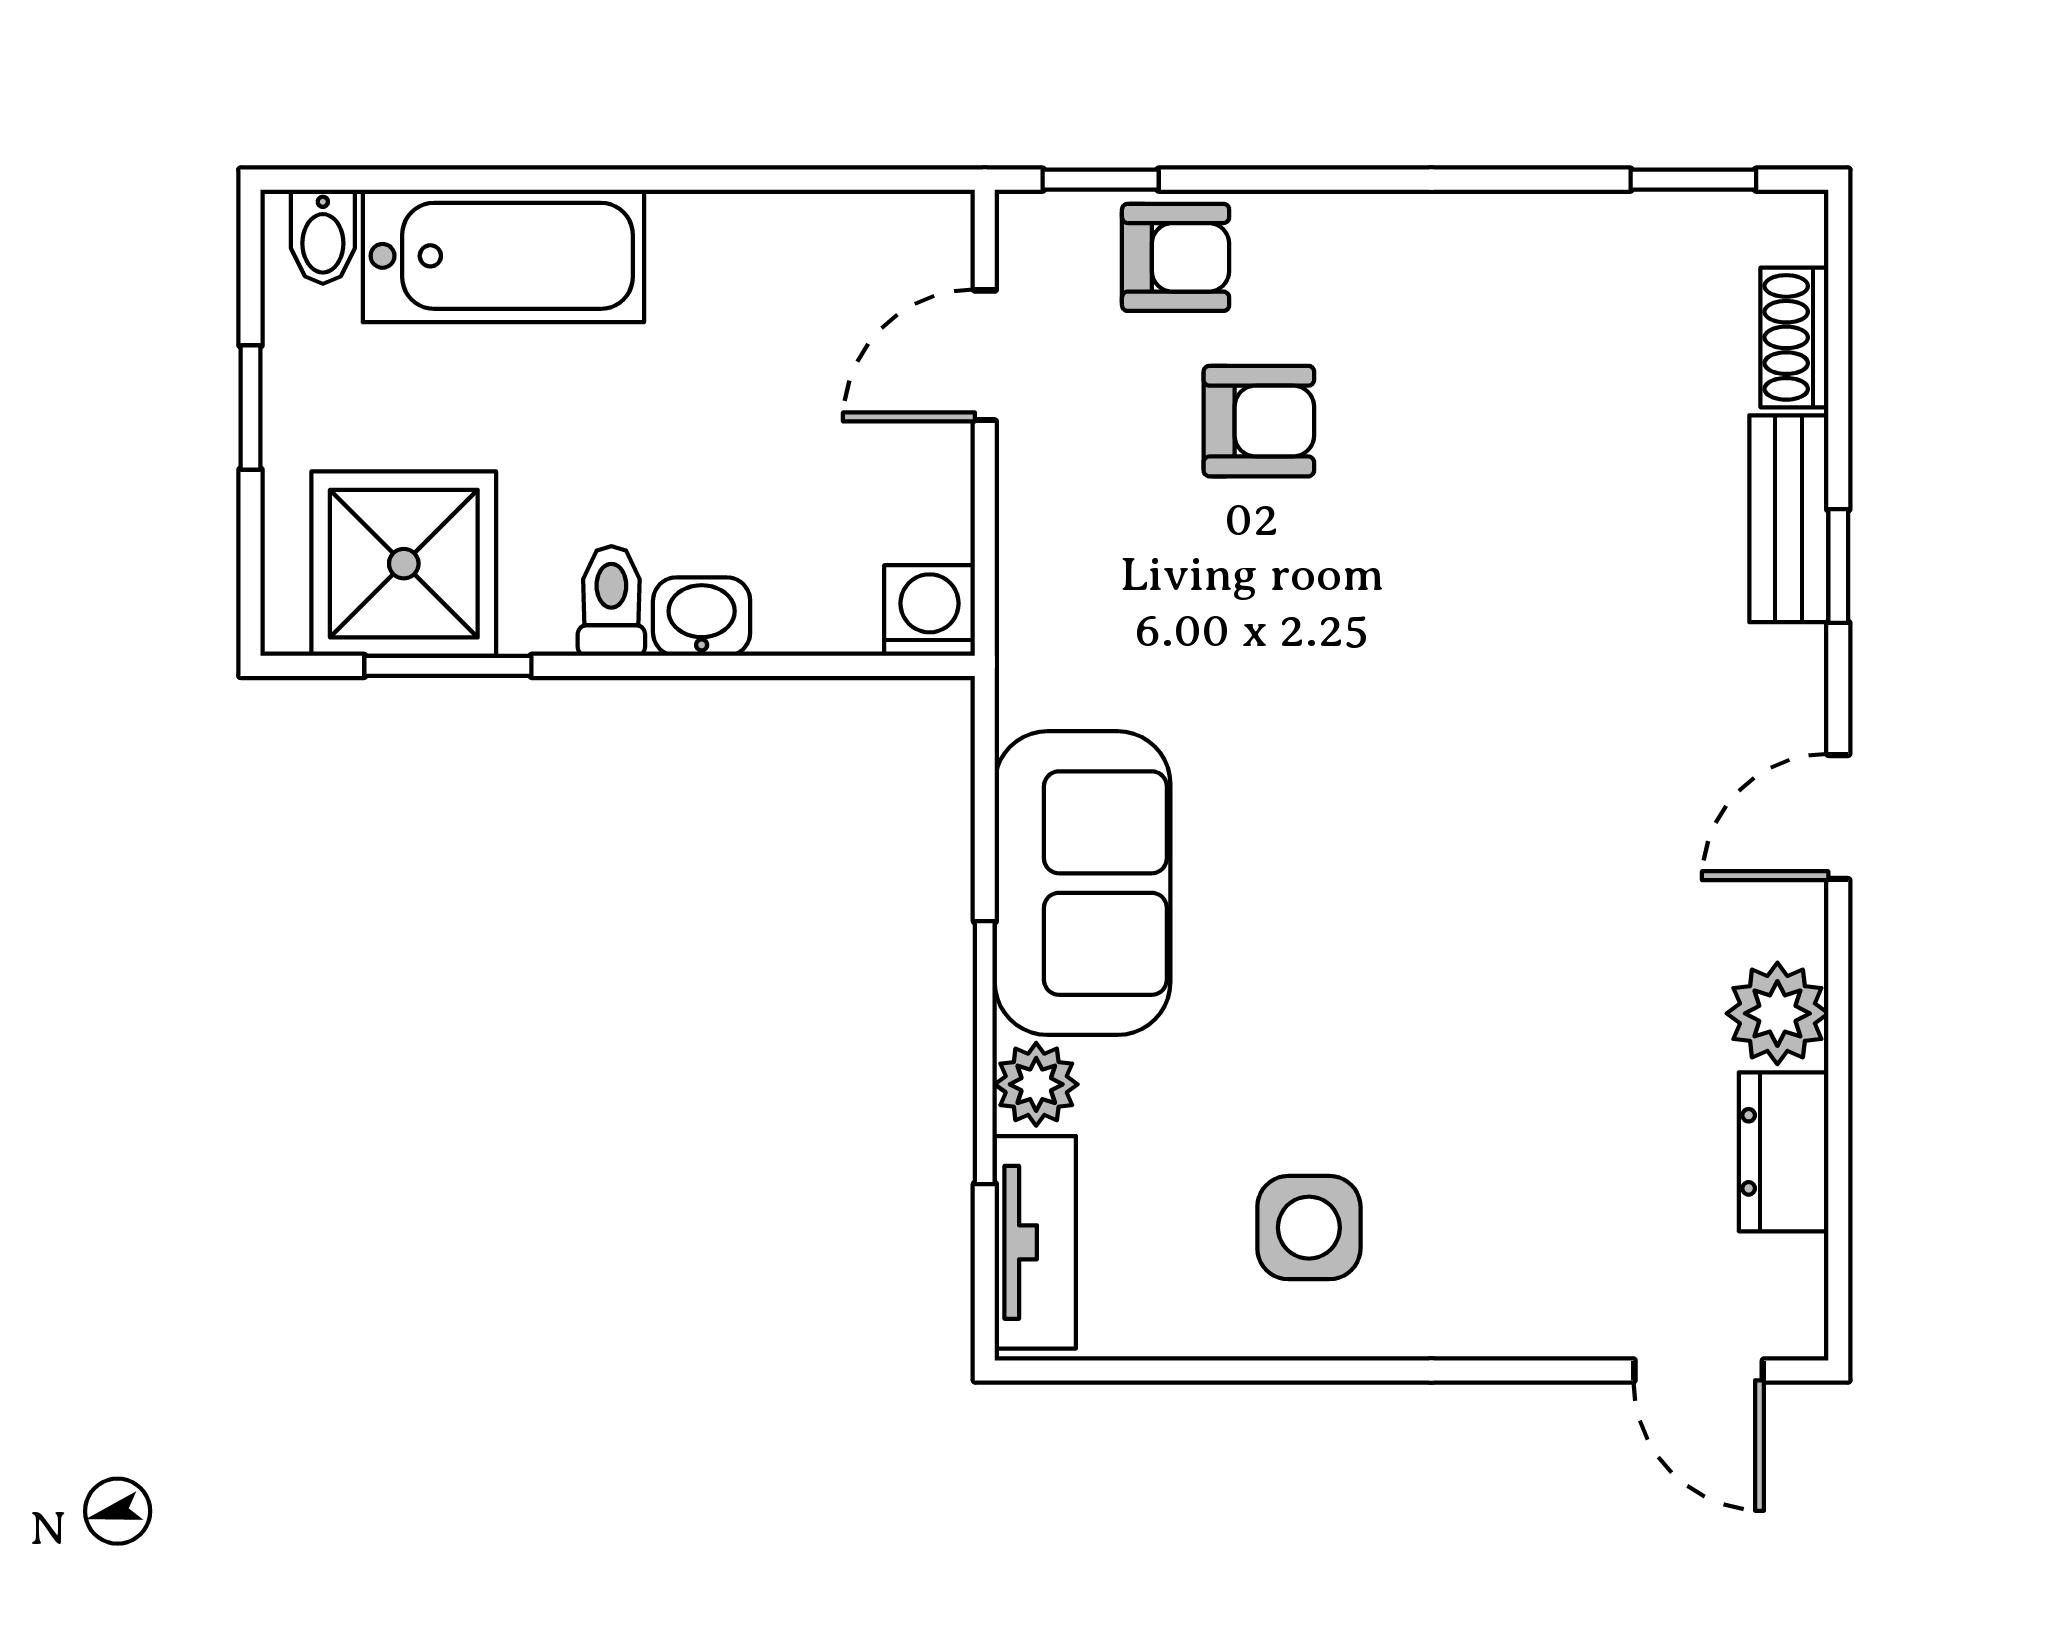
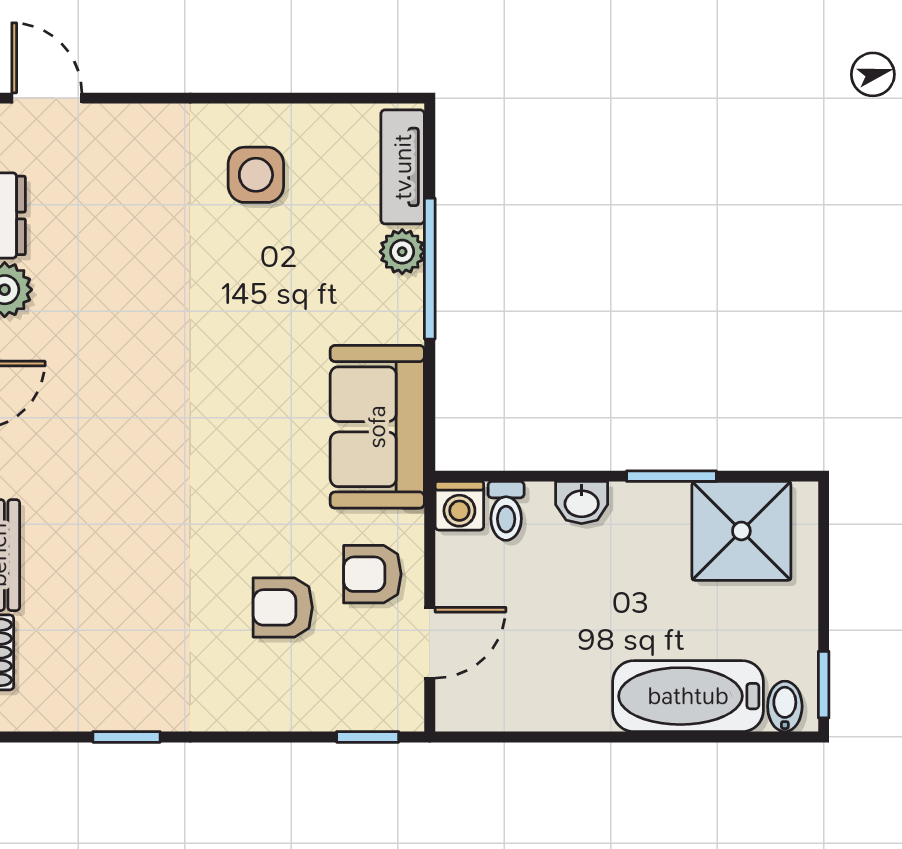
window: (1693, 180) -> (127, 737), moved
armchair: (1176, 257) -> (372, 574), moved
window: (250, 407) -> (824, 685), moved
toilet: (611, 601) -> (506, 511), moved
window: (448, 666) -> (671, 476), moved
sofa: (1083, 883) -> (377, 427), moved

